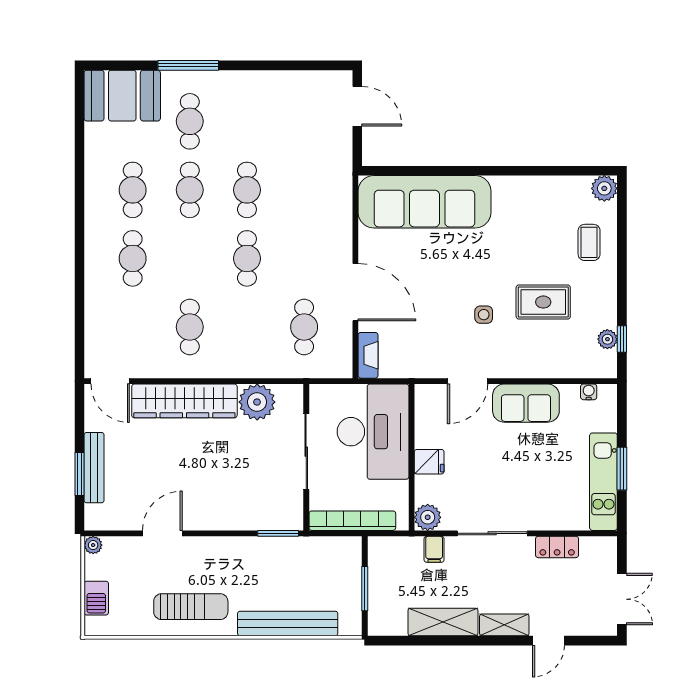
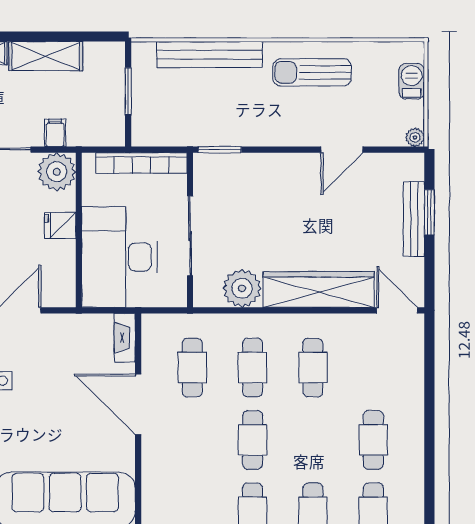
cafe table: (247, 327) -> (253, 368), added
plant: (428, 517) -> (57, 172), width x1.36, depth x1.36

